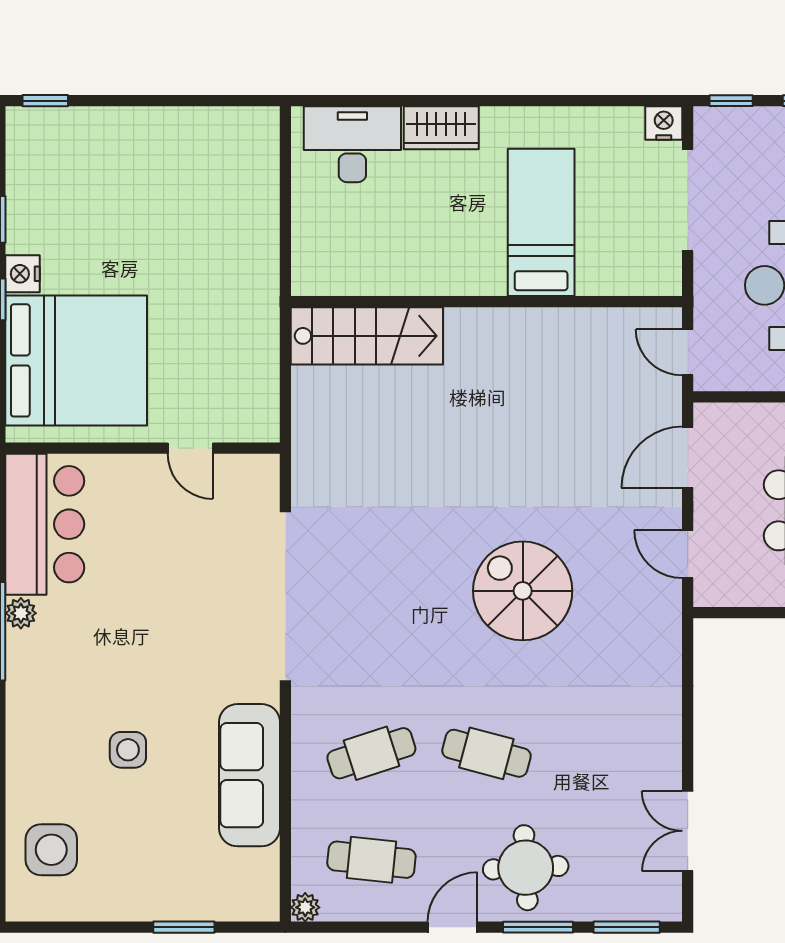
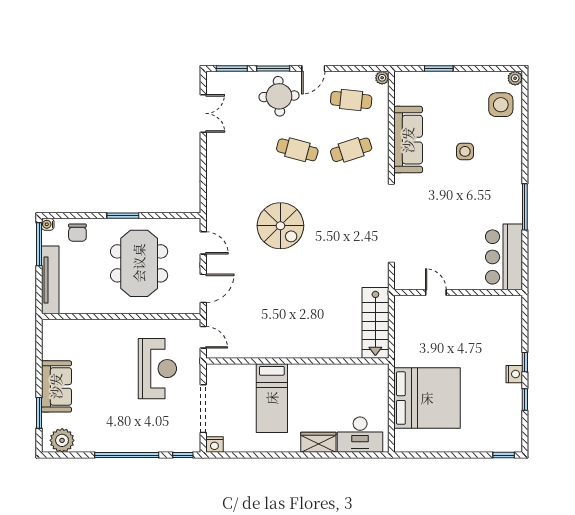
stairs: (367, 336) -> (375, 323), moved, turned -90
bed: (76, 360) -> (427, 398), moved, turned 180
plant: (21, 613) -> (515, 78), moved

